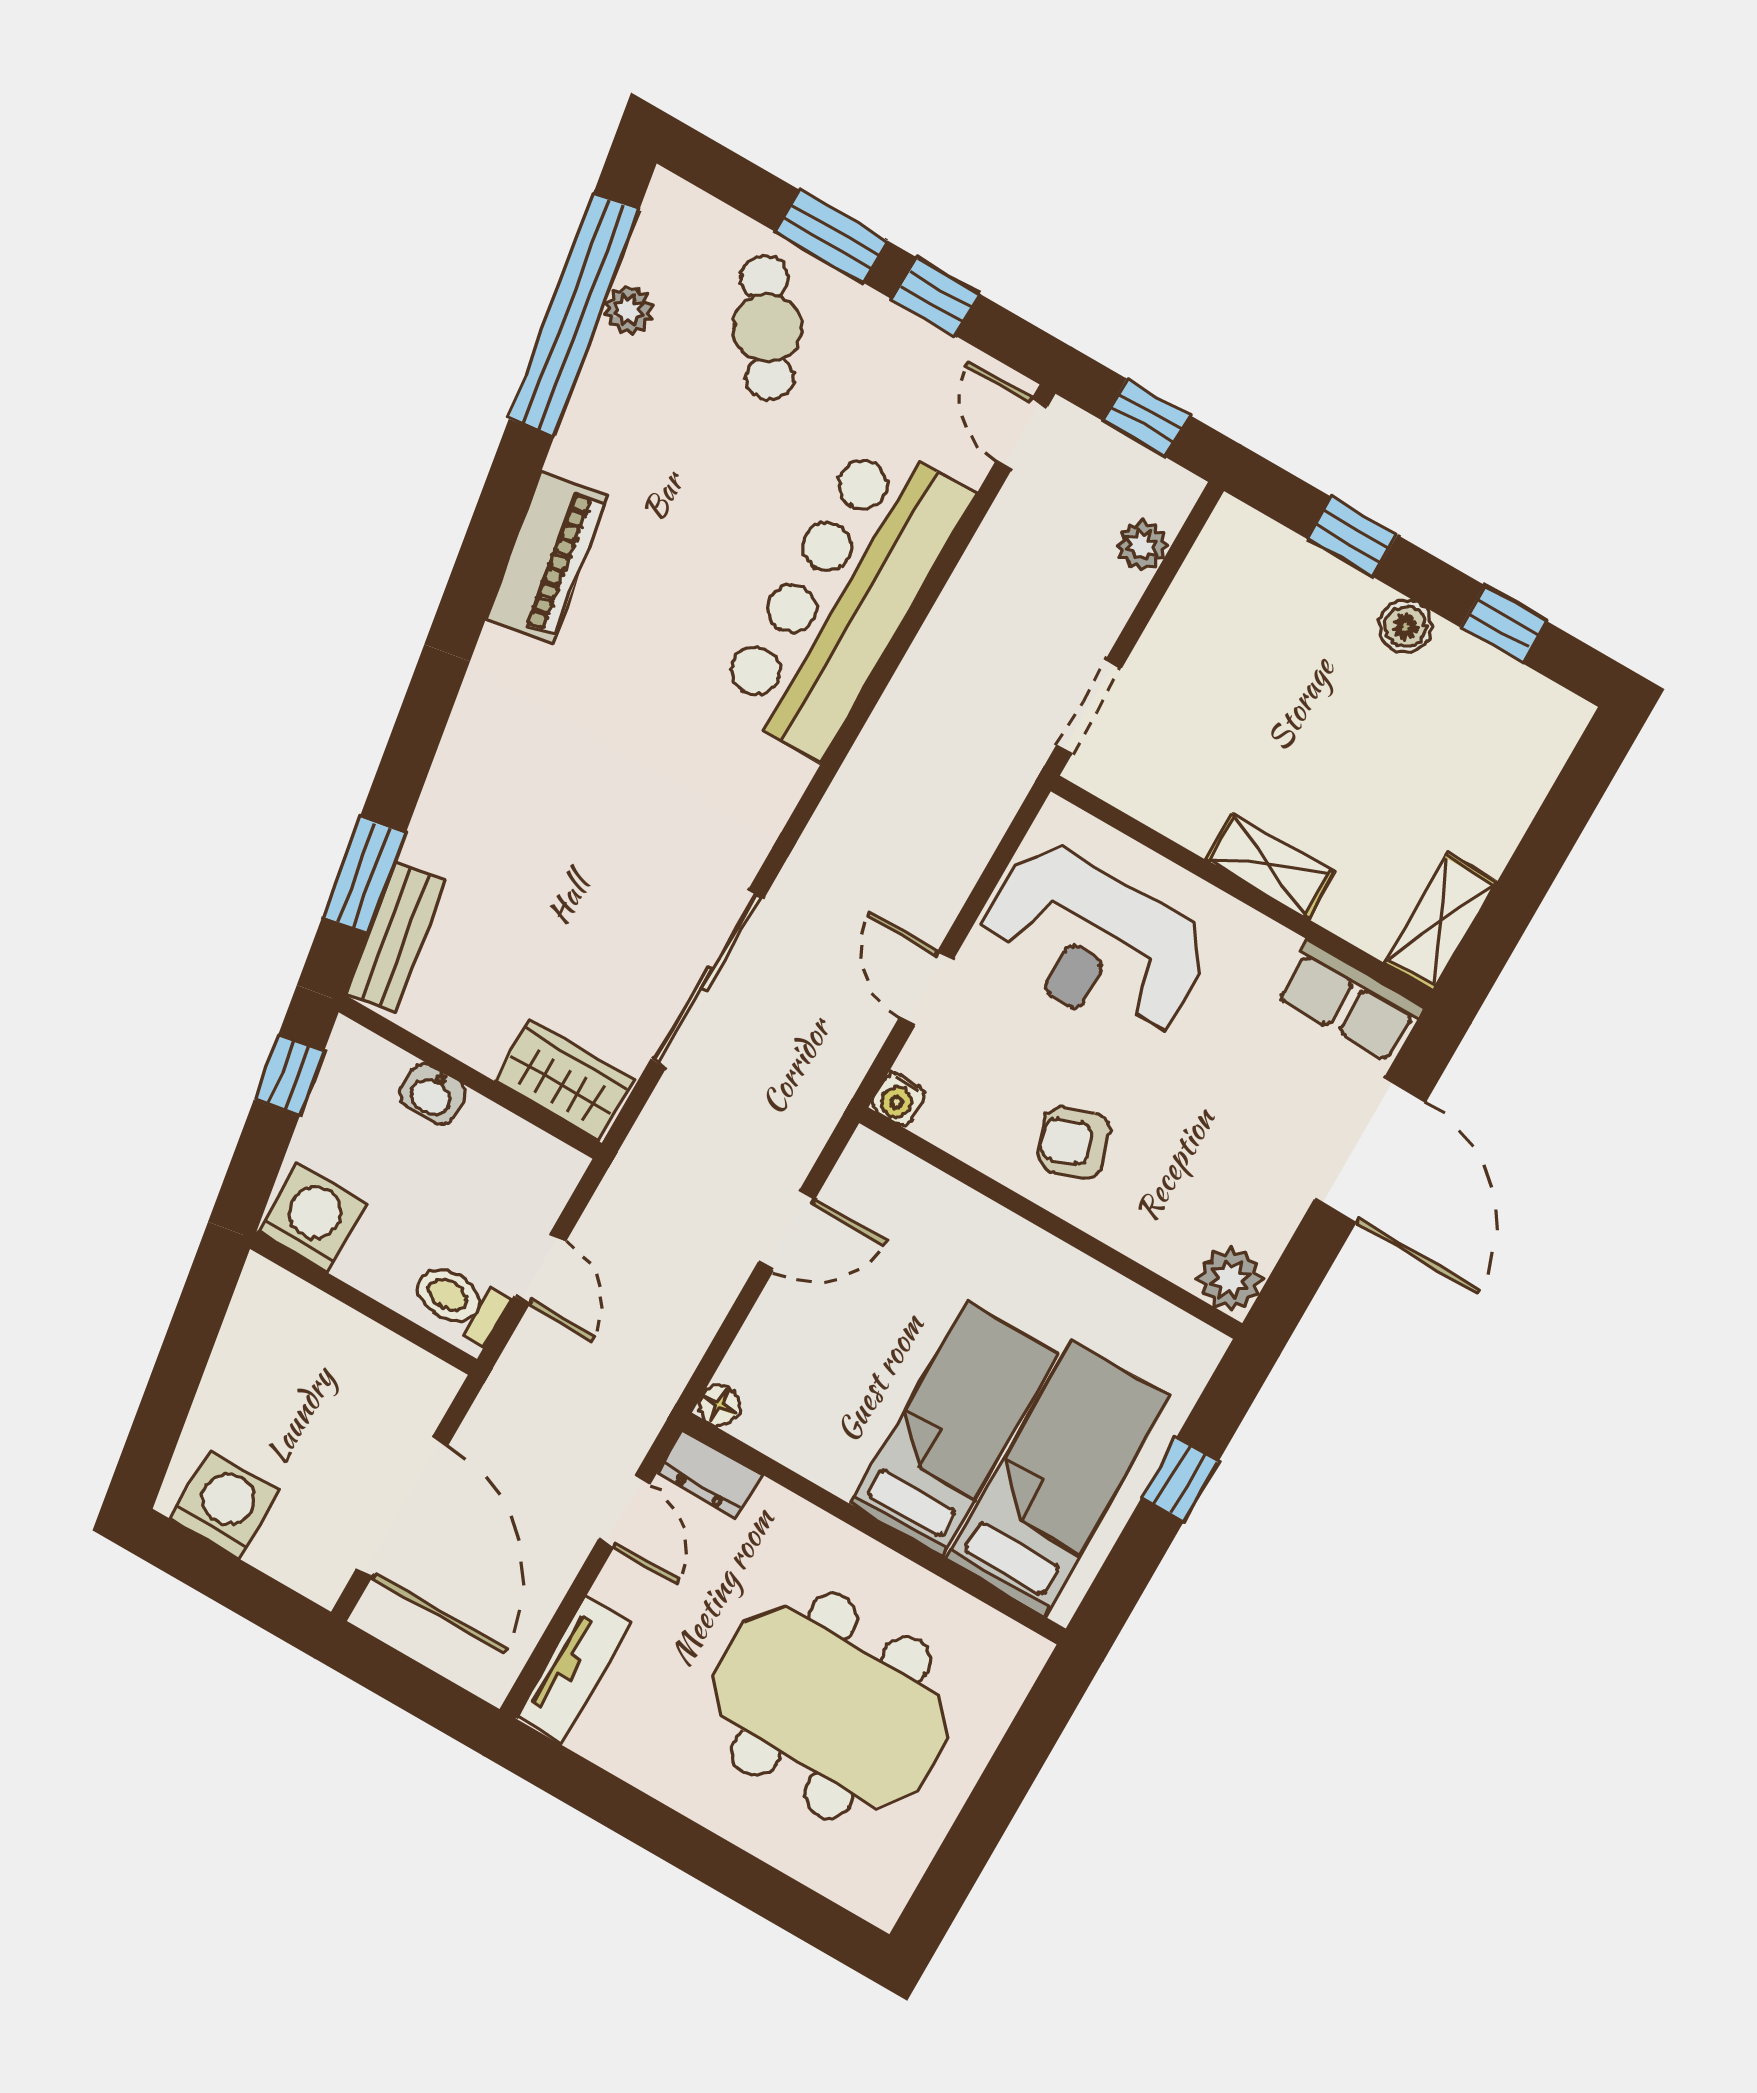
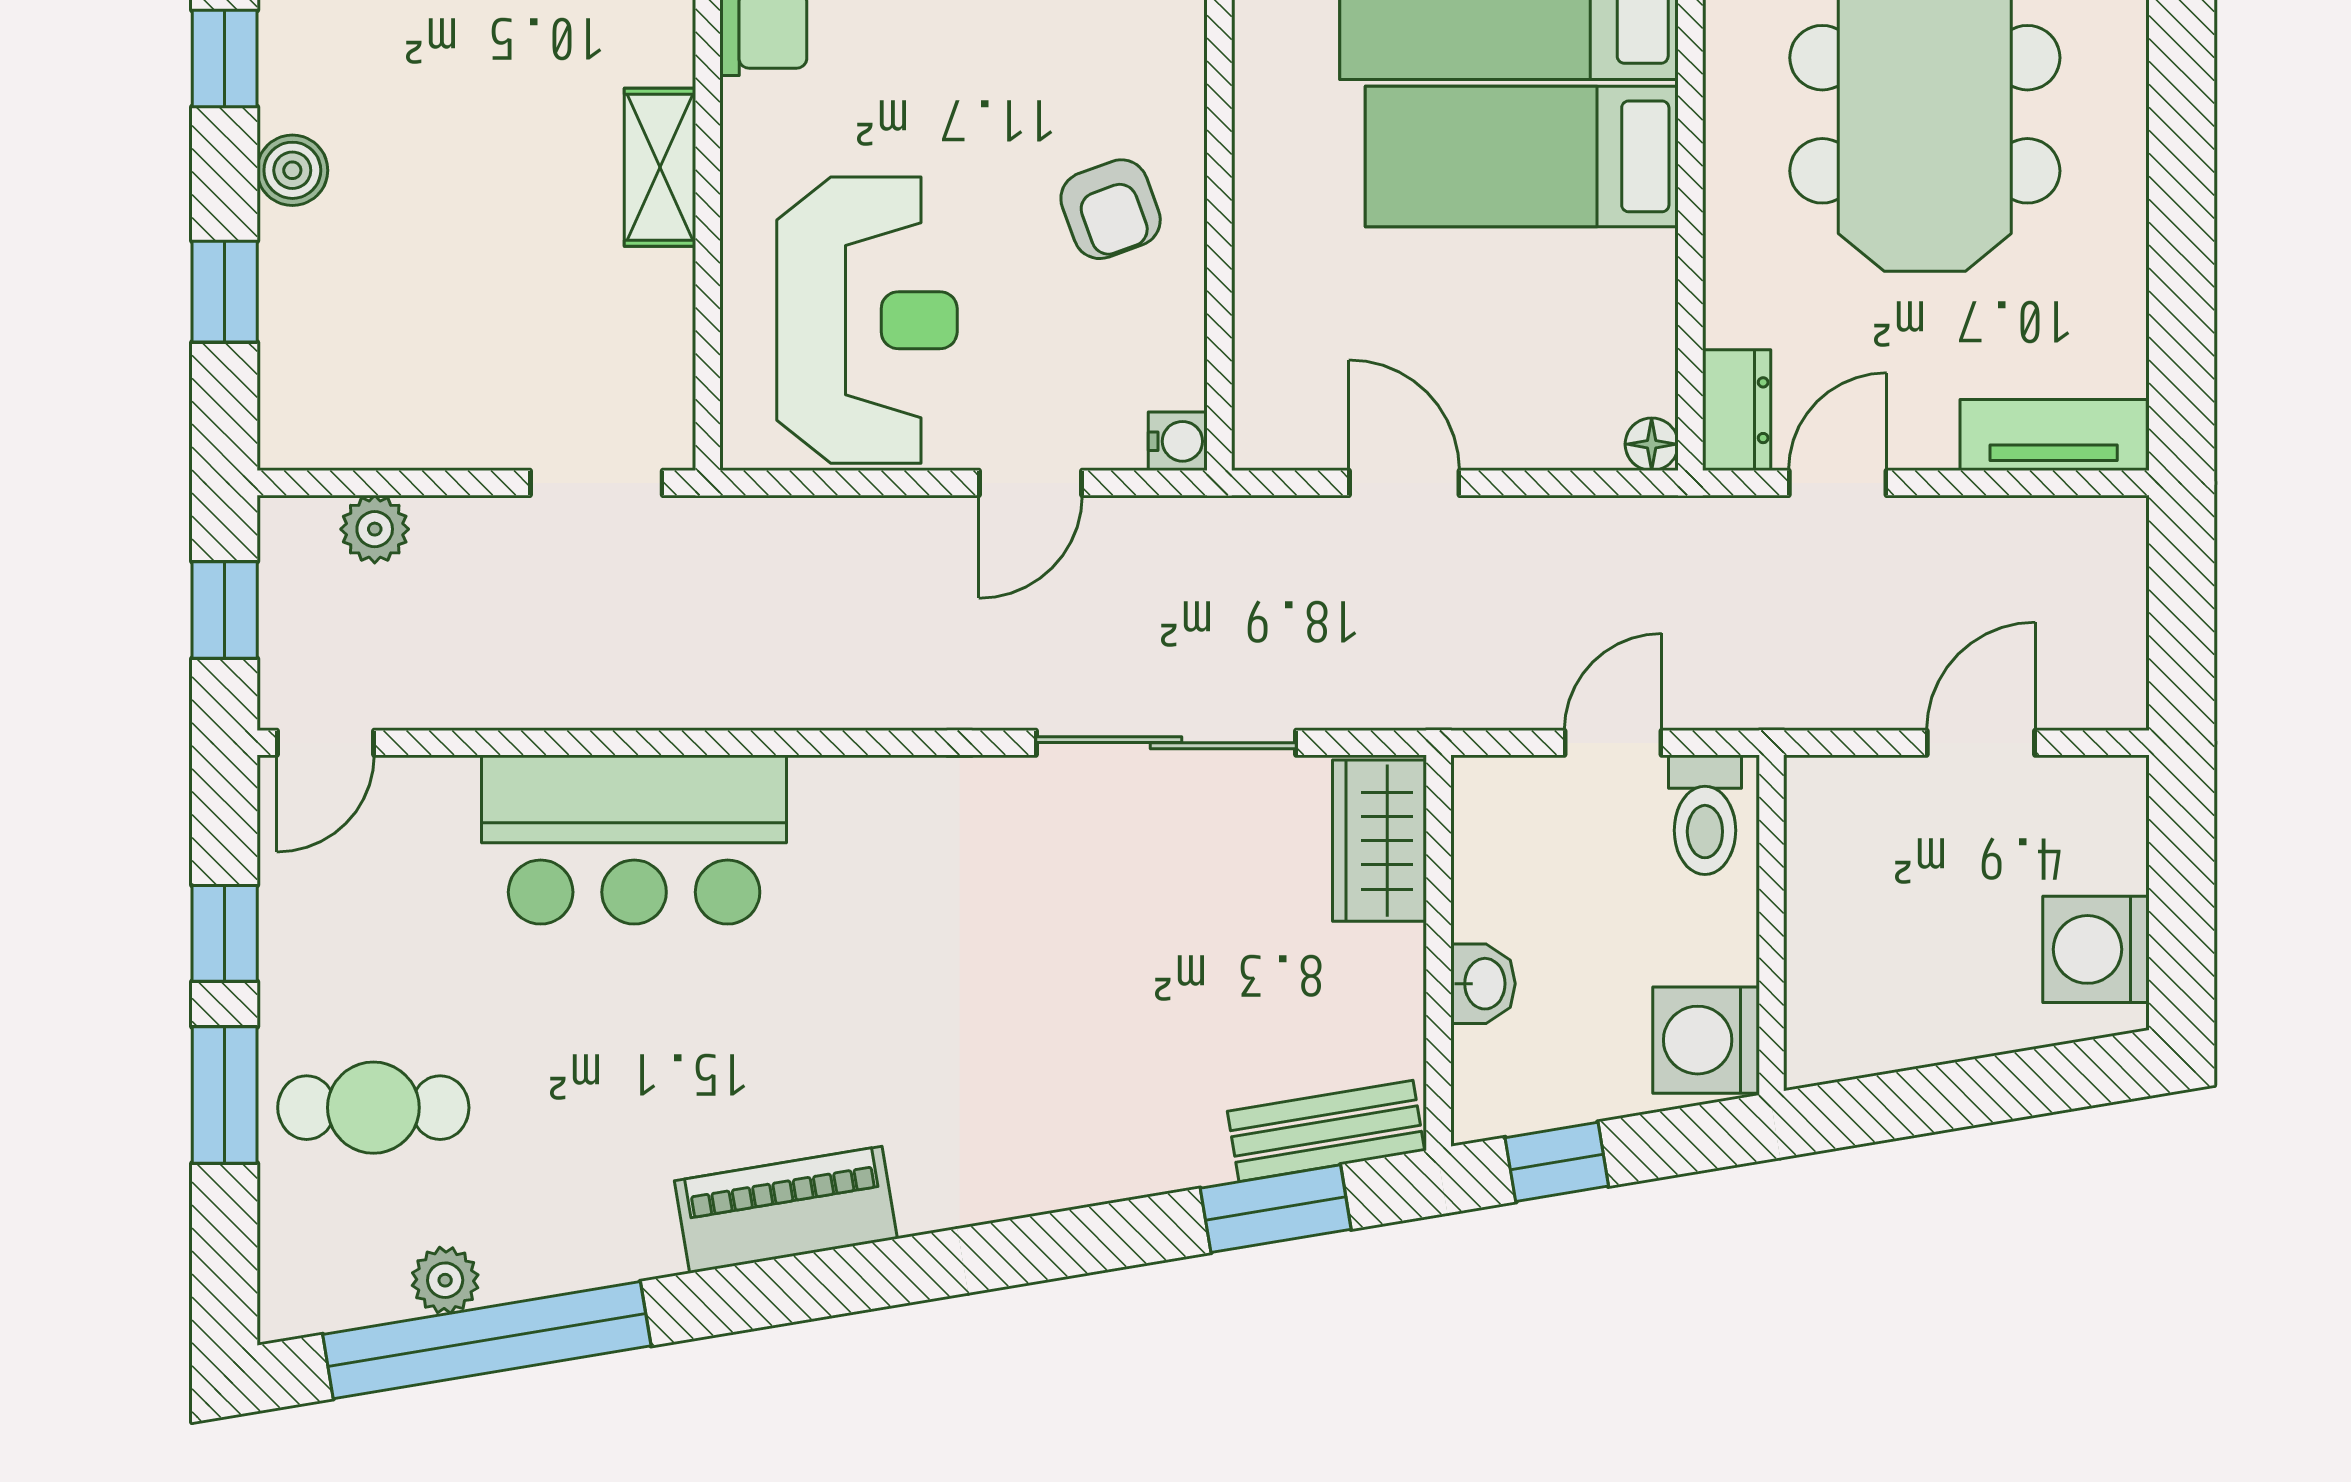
cafe table: (767, 328) -> (373, 1108), turned 33
bar counter: (844, 597) -> (634, 840), width x0.73
door: (402, 1507) -> (1981, 743), width x0.53

